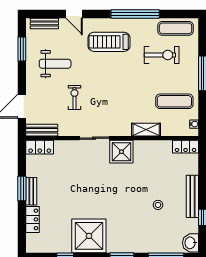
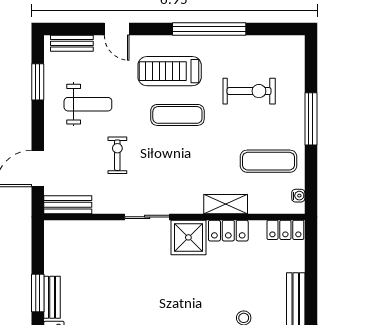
exercise mat: (176, 28) -> (177, 115), moved
locker: (40, 147) -> (228, 231), moved

